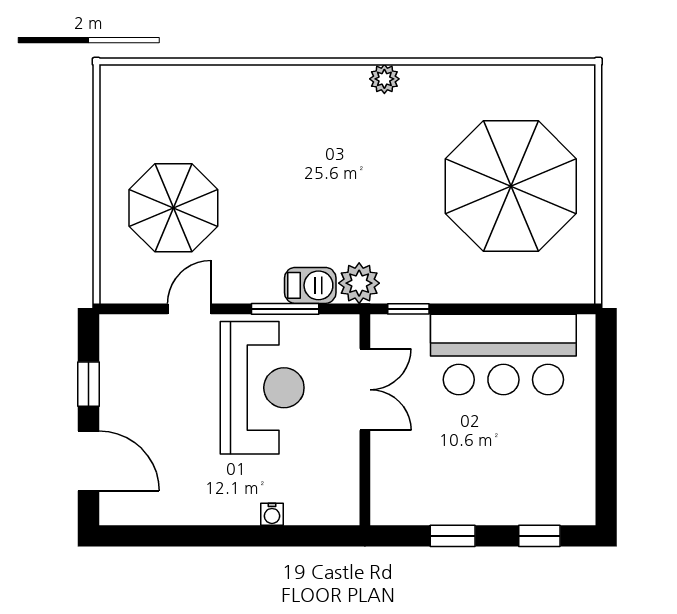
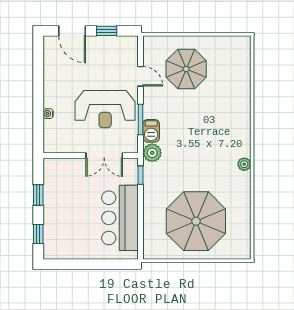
door: (89, 461) -> (72, 31), hinge flipped

